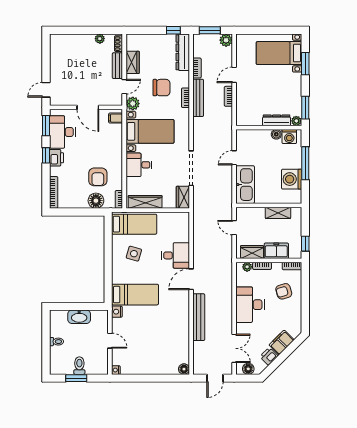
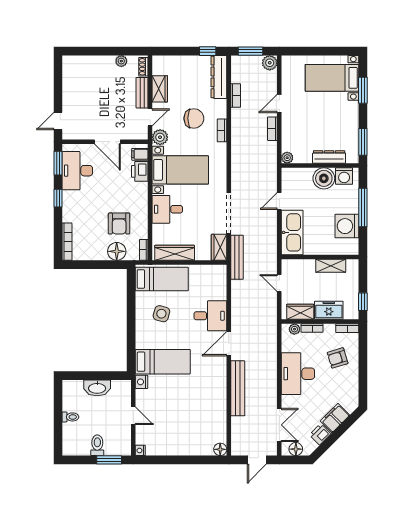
bench: (198, 98) -> (237, 257), moved
plant: (296, 121) -> (287, 158), moved
boiler: (276, 134) -> (324, 178), width x1.86, depth x1.86
printer: (56, 158) -> (140, 171), moved, turned 180
window: (76, 378) -> (109, 460), moved

